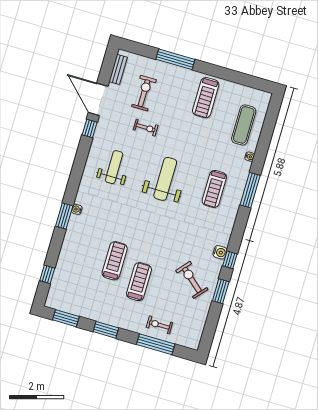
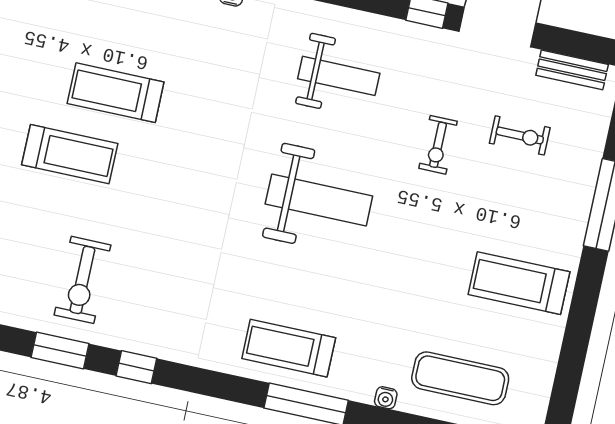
exercise bike: (144, 93) -> (520, 135), width x0.73, depth x0.72
treadmill: (214, 189) -> (289, 348), moved
water cooler: (220, 252) -> (153, 342), removed
treadmill: (115, 261) -> (116, 93), turned 180
exercise bike: (192, 280) -> (82, 280), turned 139

